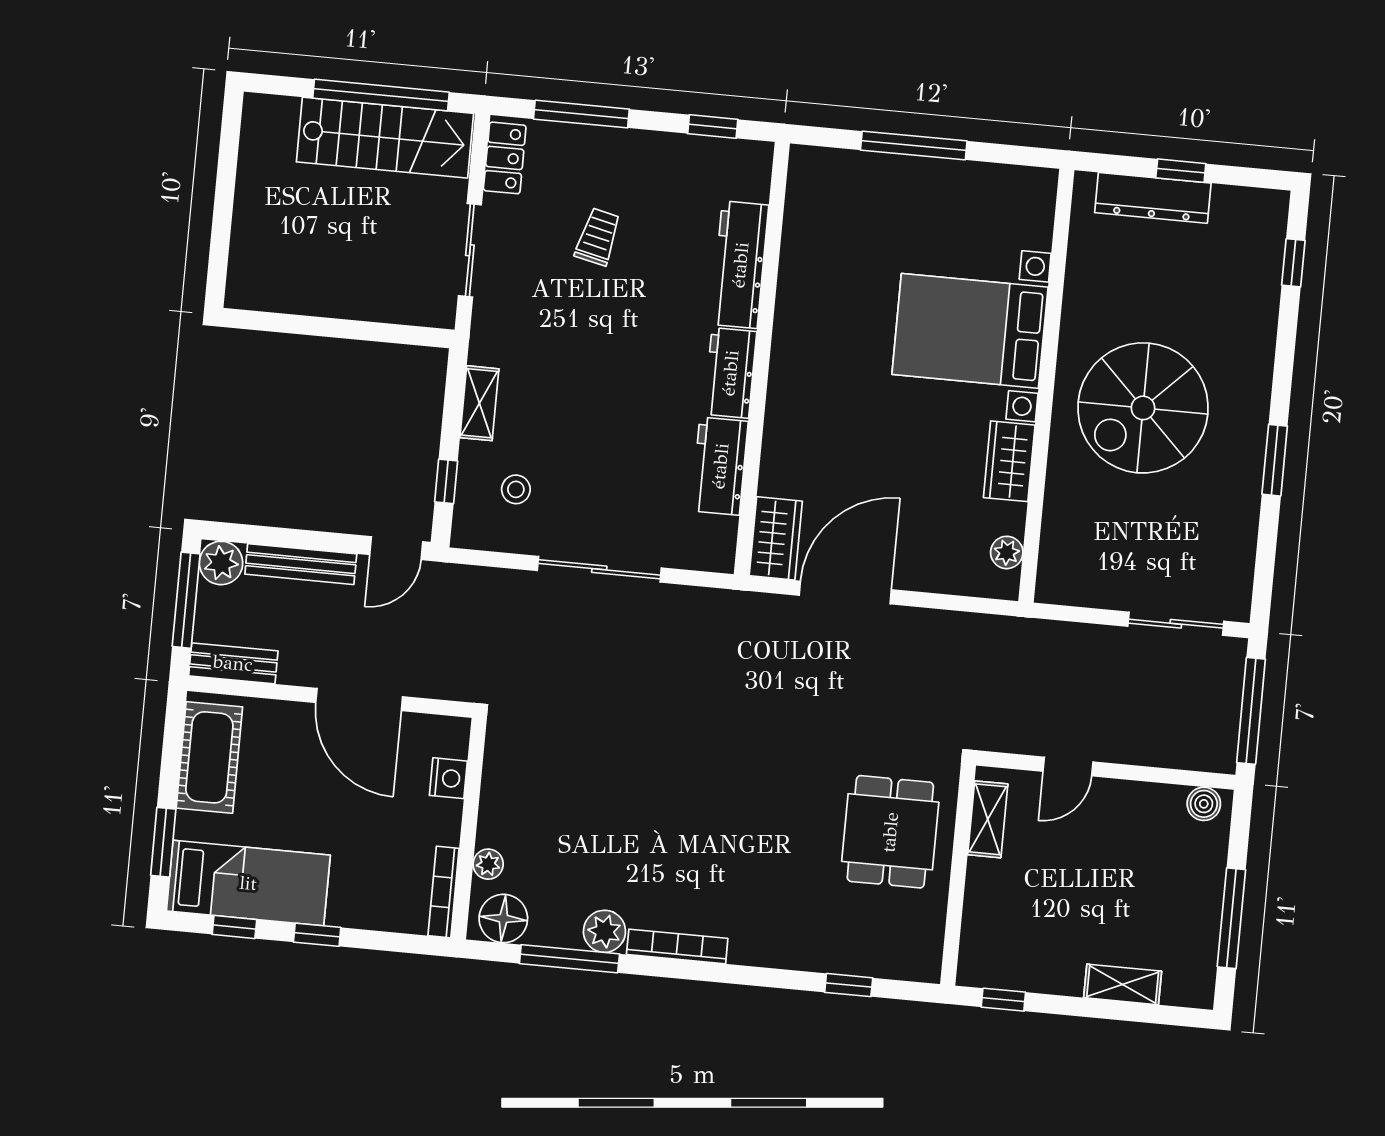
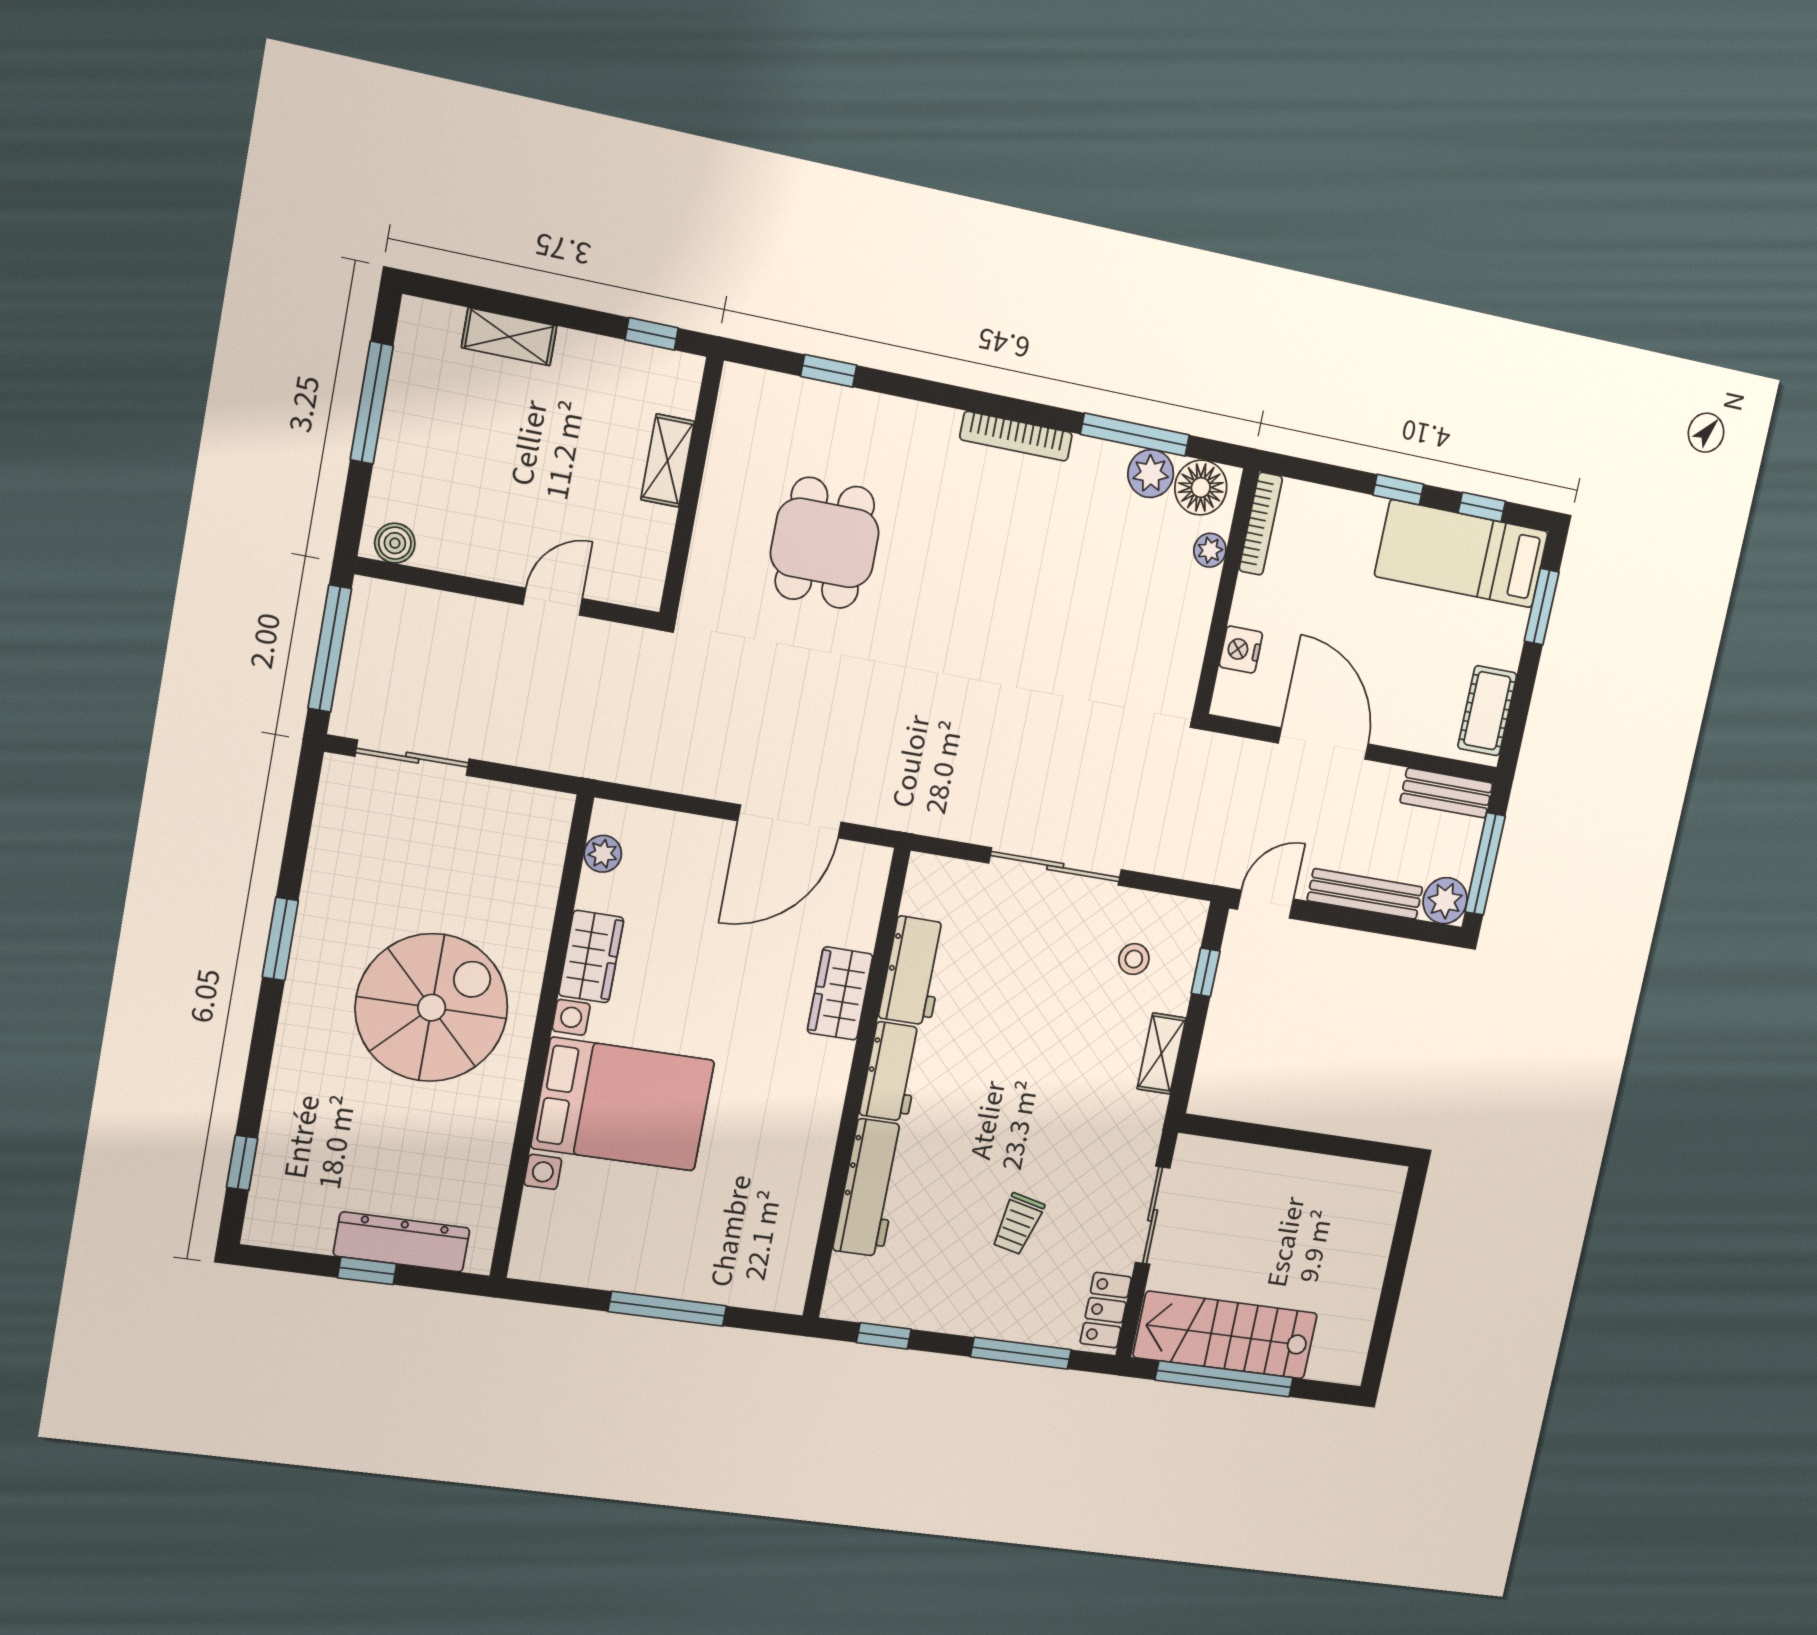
wardrobe: (776, 538) -> (840, 993), moved
cot: (209, 757) -> (1487, 711), width x0.73, depth x0.75
shelving: (988, 819) -> (668, 461), moved
dining table: (890, 832) -> (825, 543), moved
plant: (604, 931) -> (1151, 474), moved

